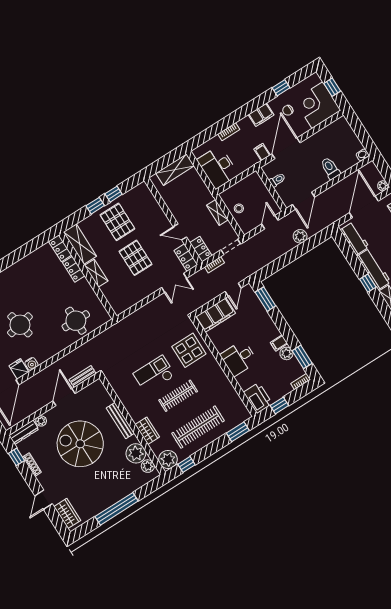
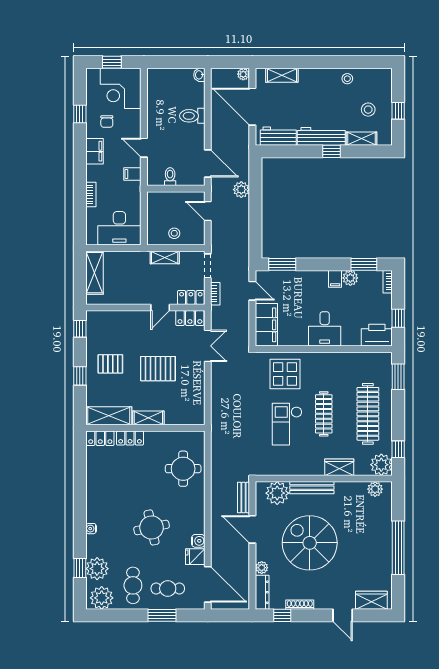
door: (286, 148) -> (144, 148), width x0.53
window: (114, 194) -> (80, 329), moved
pallet: (117, 222) -> (110, 364), width x0.67, depth x0.71
spiral stairs: (80, 444) -> (310, 543), turned 90
plant: (136, 453) -> (277, 493), moved

